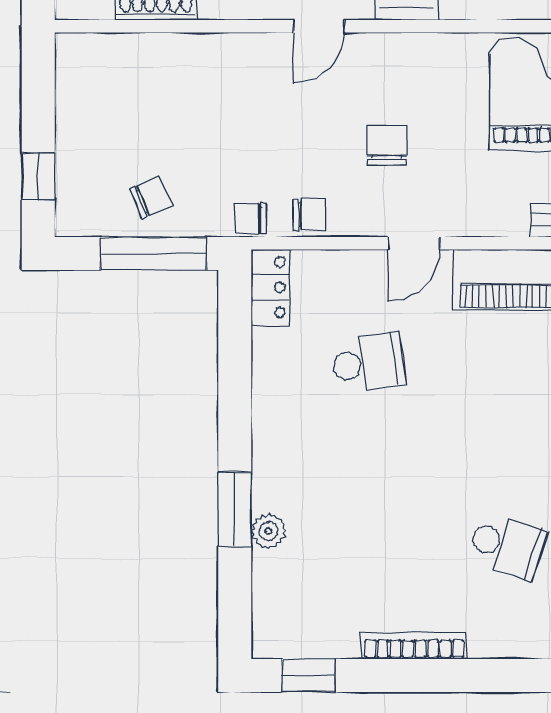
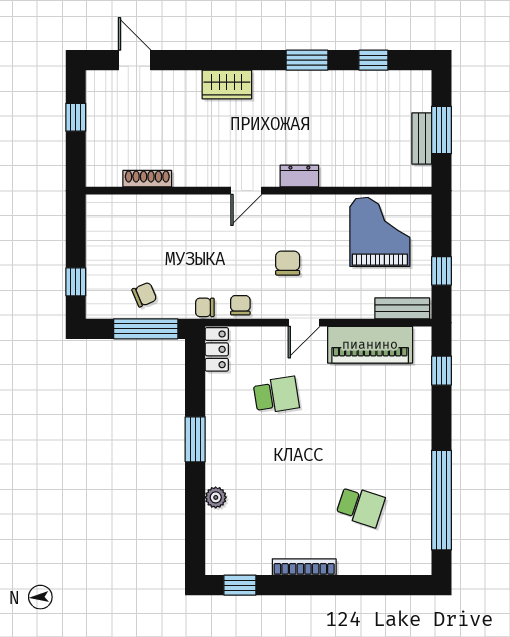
chair: (309, 215) -> (240, 305), turned -90
window: (235, 509) -> (195, 439), moved

